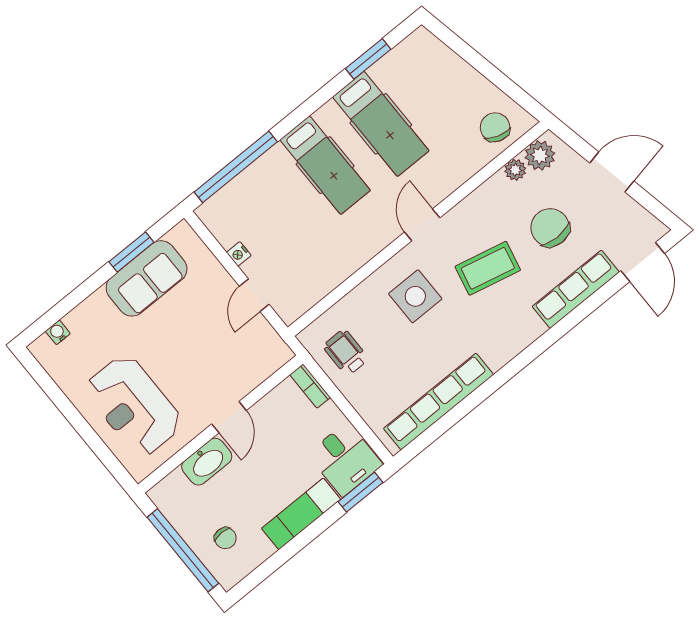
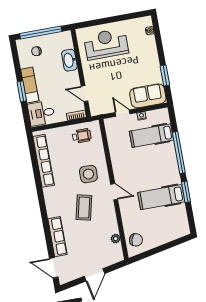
window: (368, 59) -> (186, 192), moved
plant: (540, 155) -> (116, 251), removed
hospital bed: (325, 165) -> (151, 136), moved
window: (236, 167) -> (179, 153), moved
chair: (550, 228) -> (86, 240), removed
sofa: (147, 278) -> (148, 96), moved, turned 90
door: (229, 417) -> (84, 94), moved
window: (360, 492) -> (22, 91), moved

